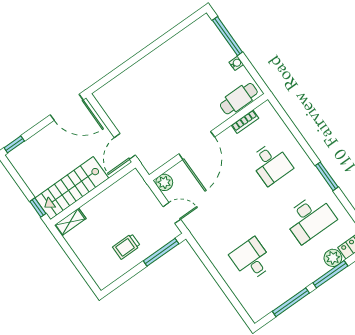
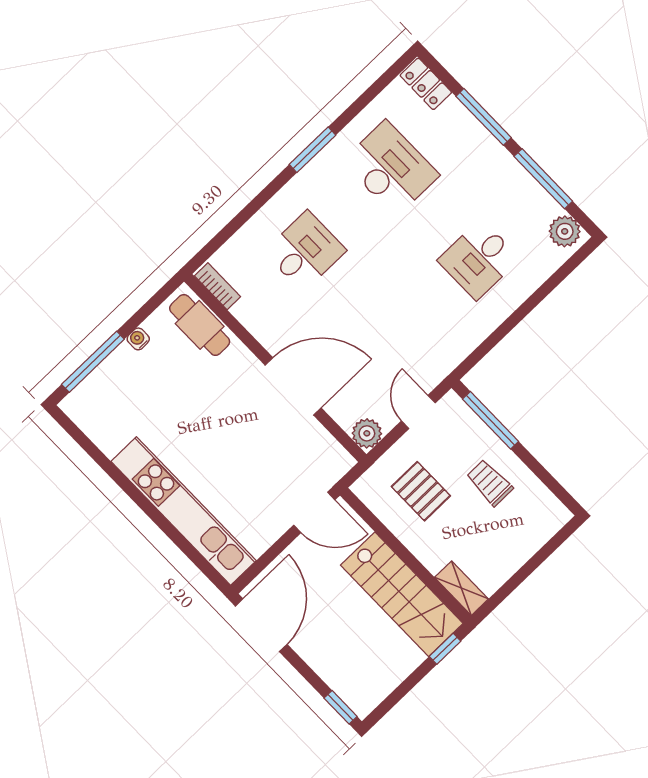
kitchen unit: (137, 74) -> (184, 511), added
bookcase: (245, 122) -> (218, 286), moved
pallet: (128, 208) -> (421, 491), added
trolley: (126, 246) -> (490, 483), turned 180
plant: (333, 258) -> (565, 231), moved

